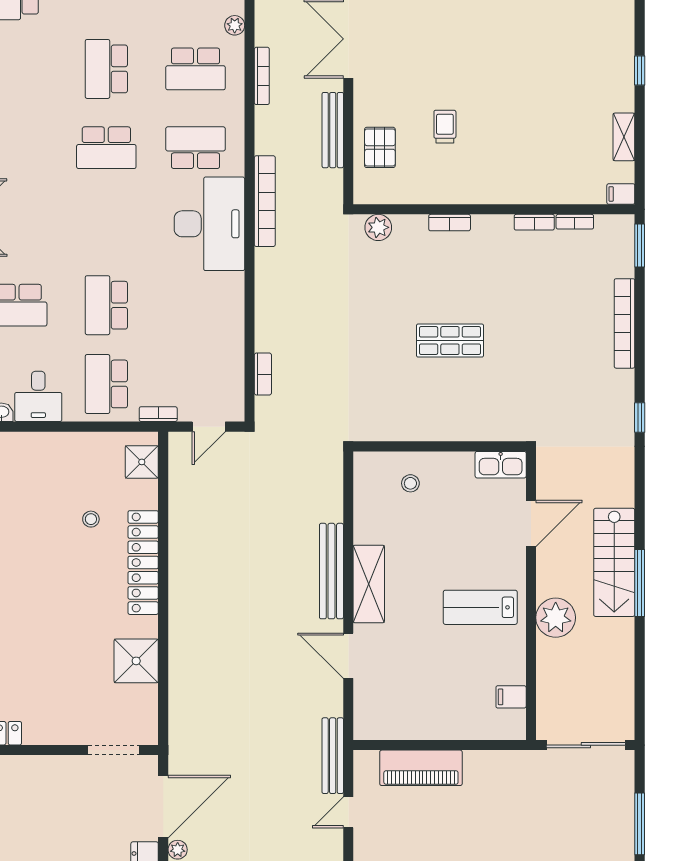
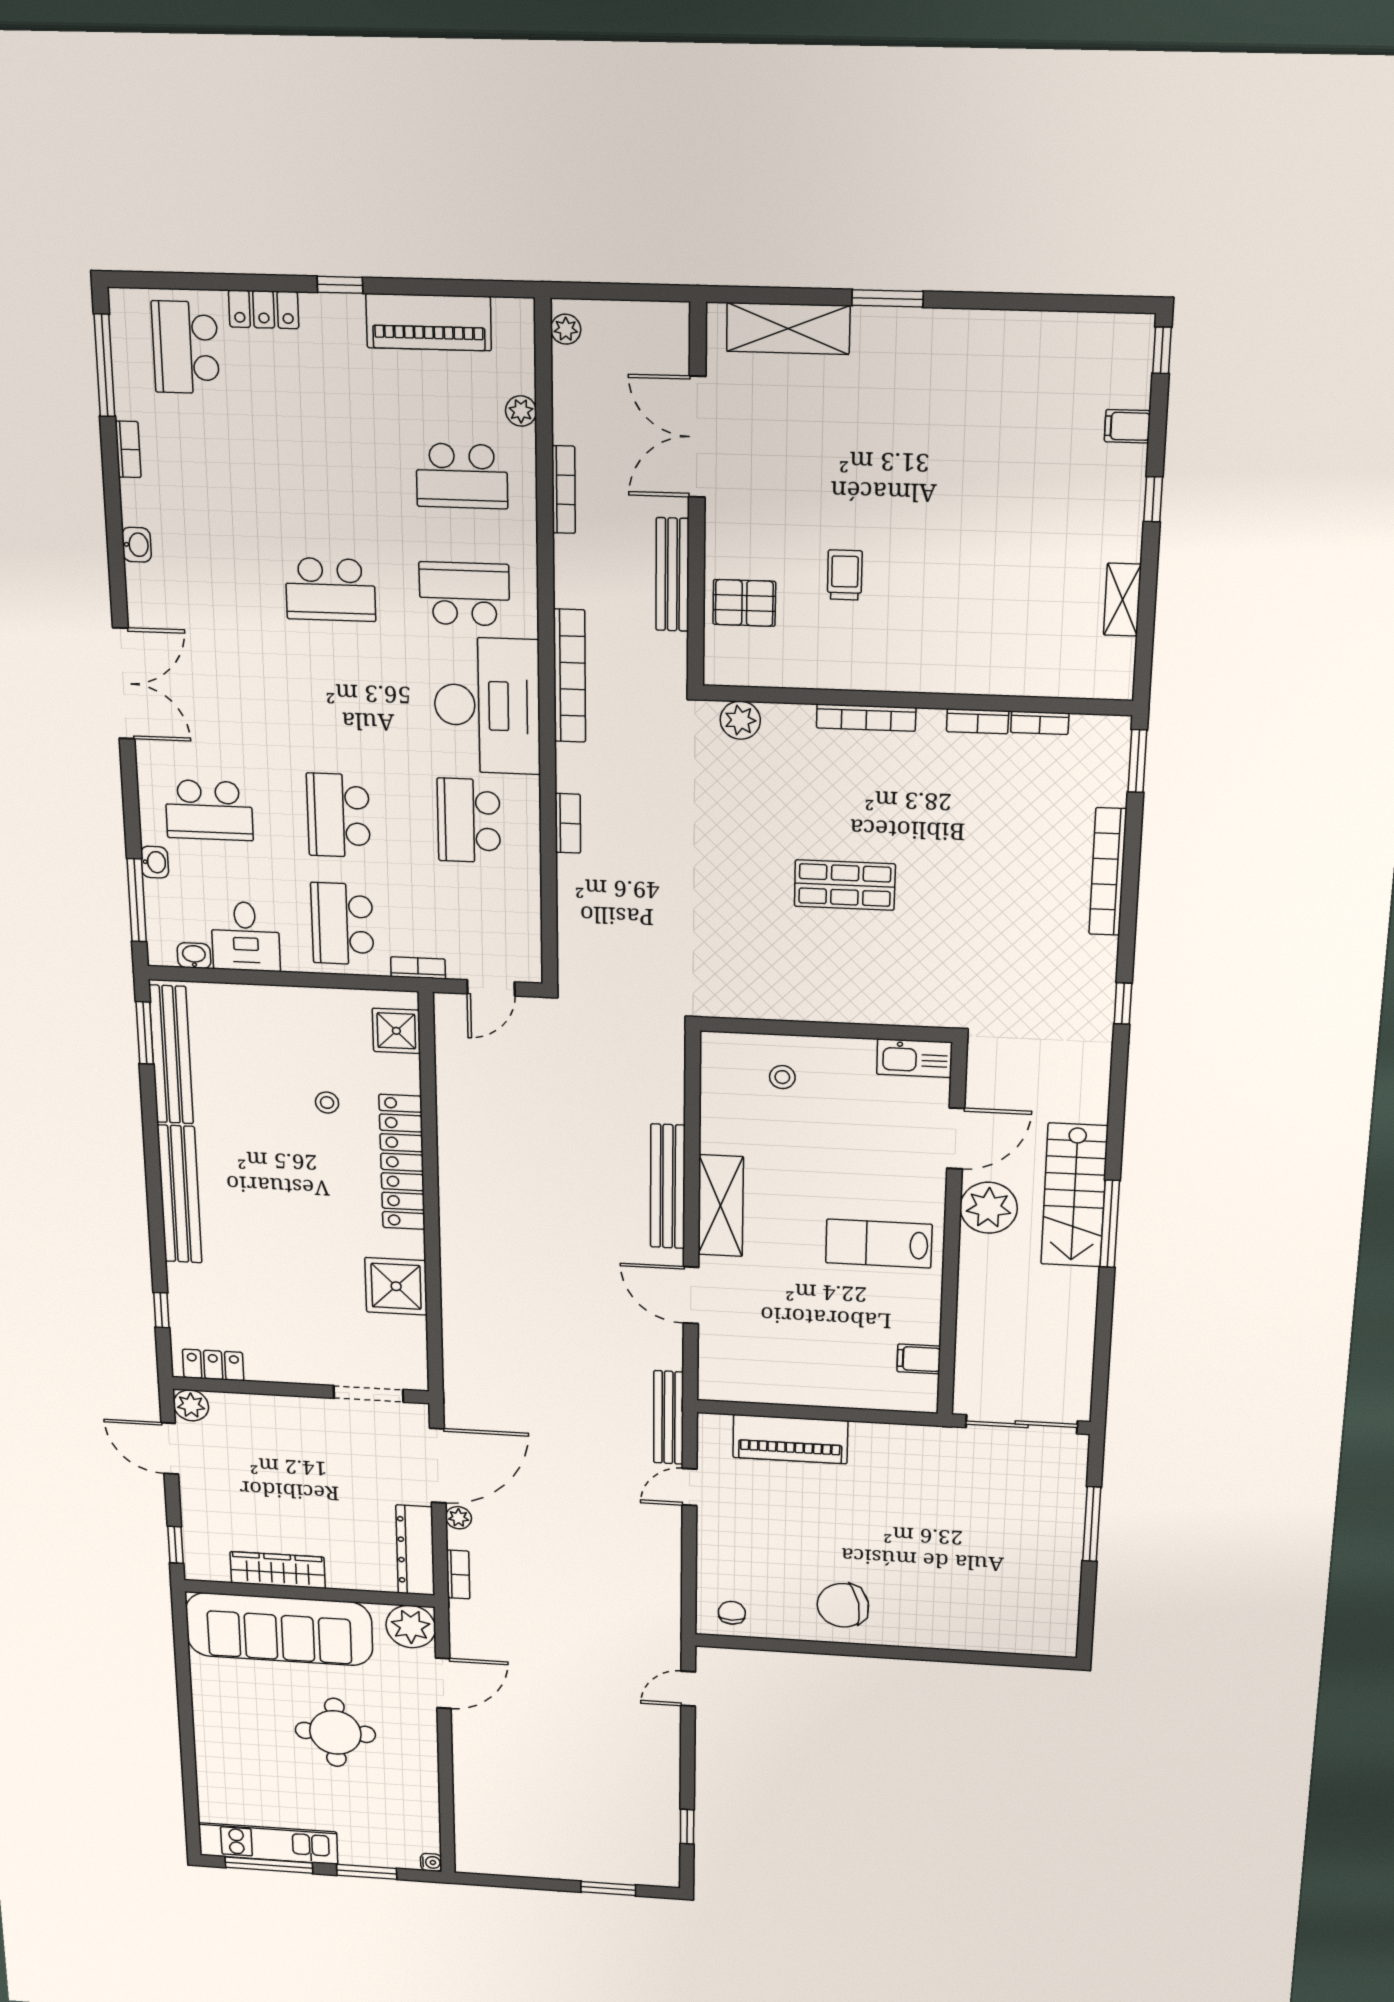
school desk: (106, 69) -> (469, 821), moved
pallet: (380, 147) -> (744, 603), turned 90
filing cabinet: (621, 194) -> (1127, 426), moved
bookcase: (450, 223) -> (866, 718), width x1.56
bookcase: (263, 374) -> (568, 823), moved
plant: (556, 618) -> (989, 1208), moved

